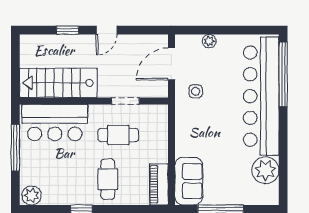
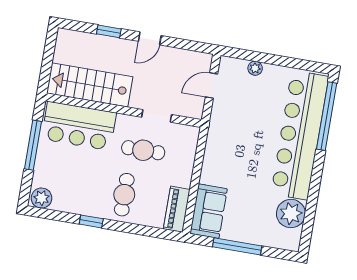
door: (171, 64) -> (212, 85), width x0.73
side table: (196, 91) -> (232, 118), removed

